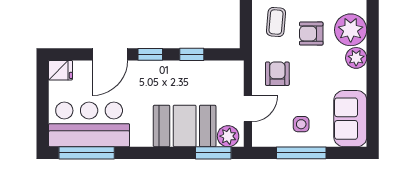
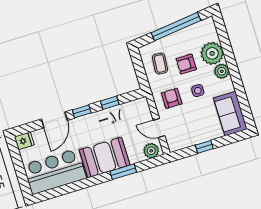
door: (248, 109) -> (159, 128), swing flipped
side table: (301, 124) -> (198, 91), moved
booth: (185, 126) -> (105, 157), moved
window: (87, 153) -> (59, 191), removed
window: (213, 153) -> (123, 172), moved
window: (301, 153) -> (204, 147), width x0.46

